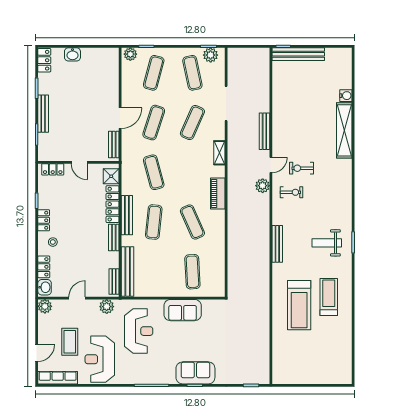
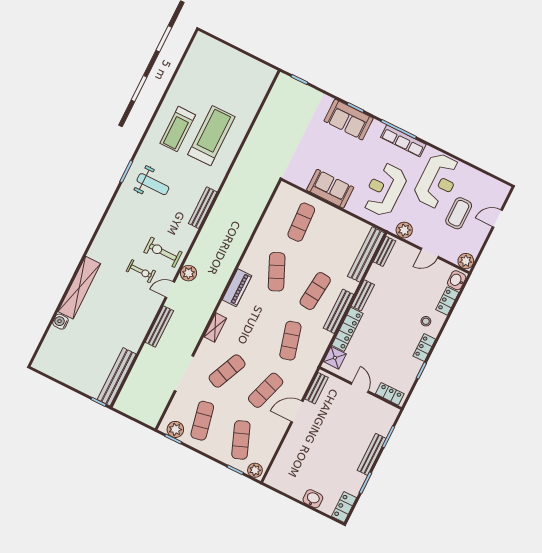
bench: (298, 54) -> (117, 377), moved, turned 90
exercise mat: (154, 73) -> (241, 440), turned -36
exercise bike: (291, 192) -> (163, 252), width x1.38, depth x1.39
row of seats: (58, 378) -> (403, 141), moved

